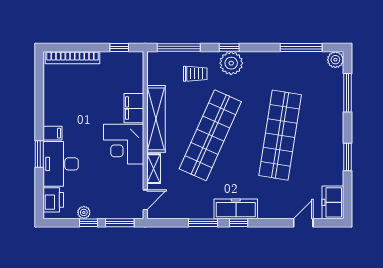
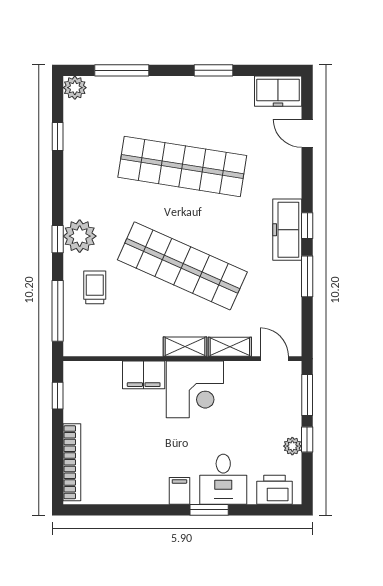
window: (301, 48) -> (58, 136), width x0.46
shelving: (156, 119) -> (185, 347), width x0.45, depth x0.75
desk: (61, 164) -> (223, 479), width x0.73

